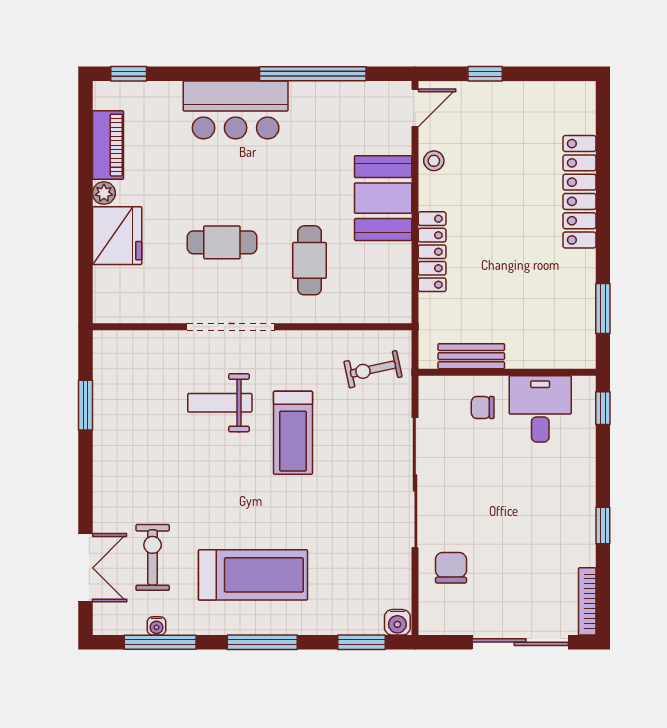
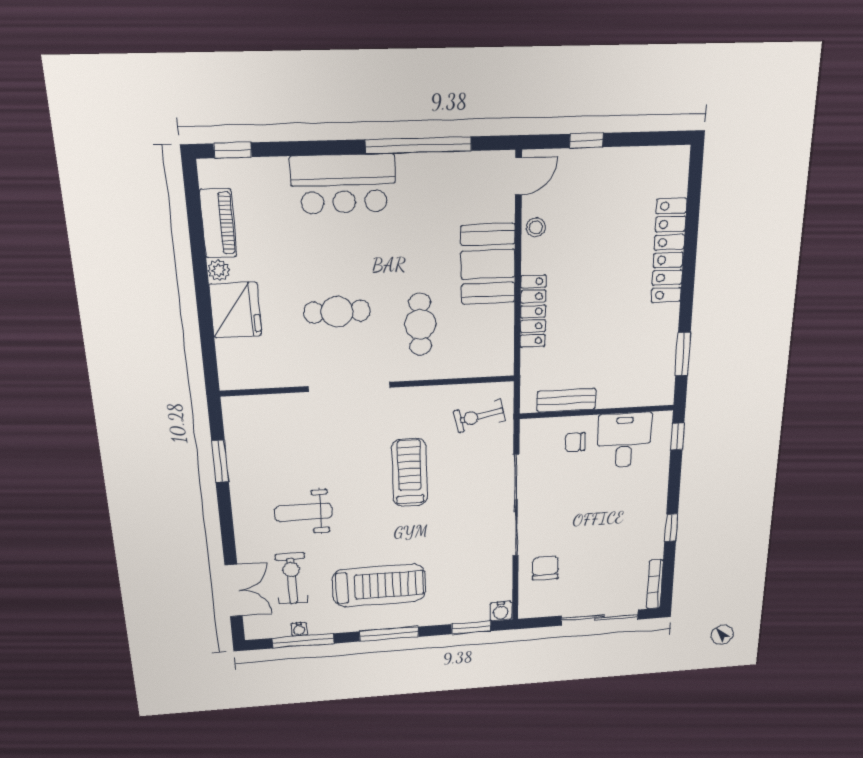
weight bench: (220, 403) -> (303, 512), moved
treadmill: (293, 433) -> (410, 473), turned 180

